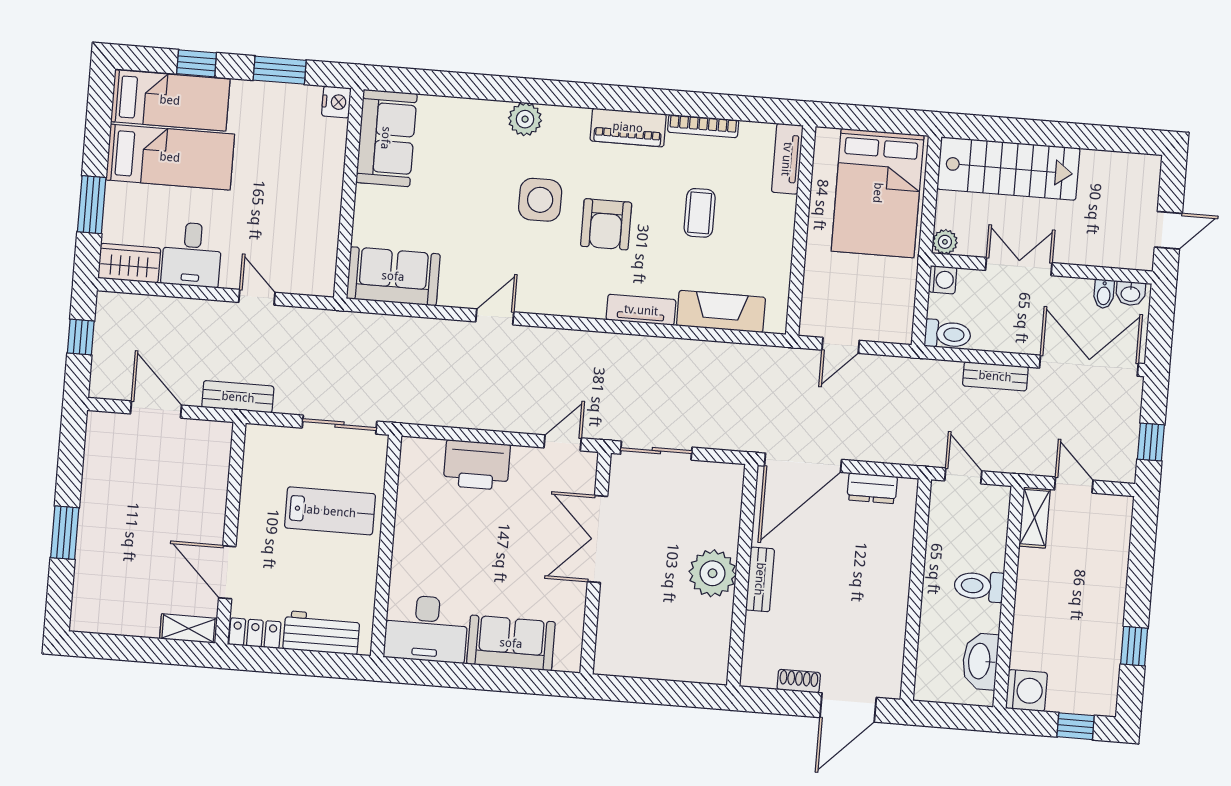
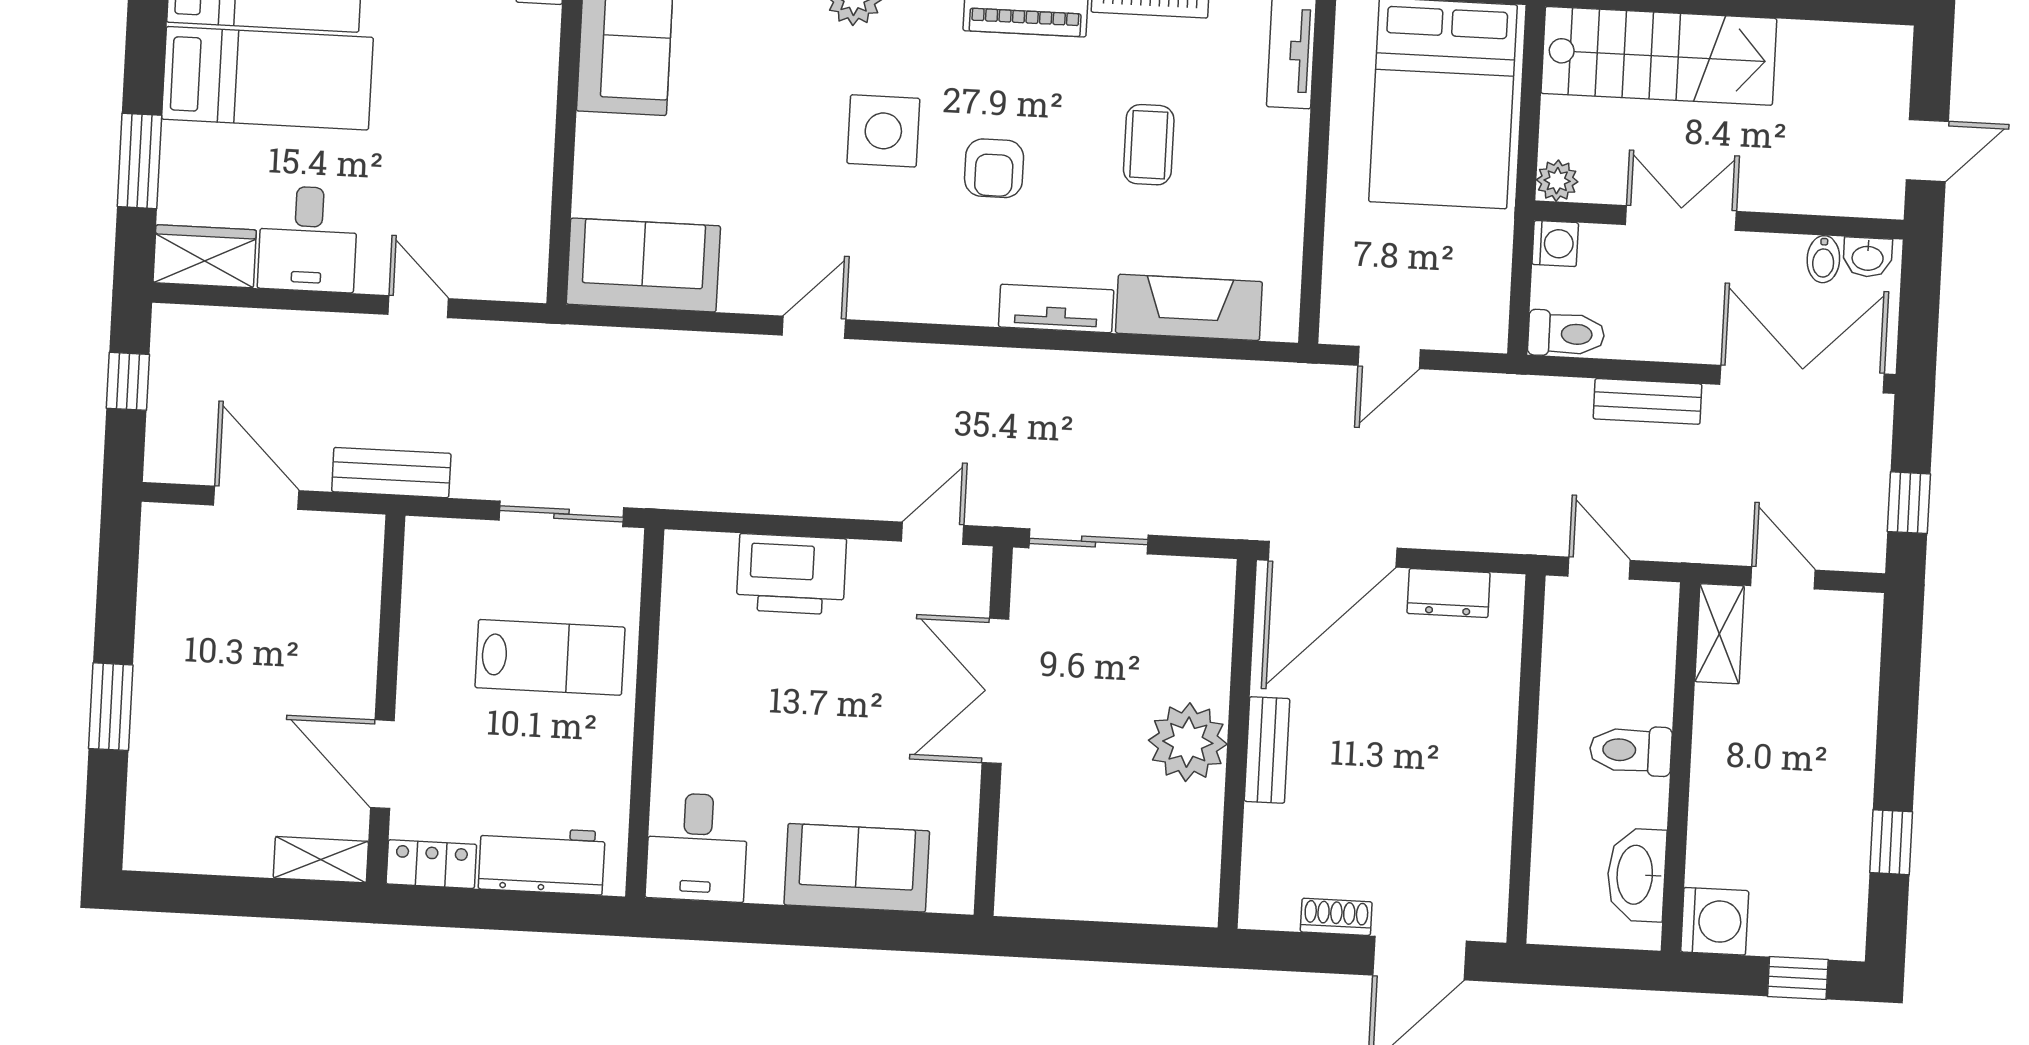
armchair: (606, 224) -> (994, 168), width x0.72, depth x0.72
desk: (426, 629) -> (697, 847), width x0.73

